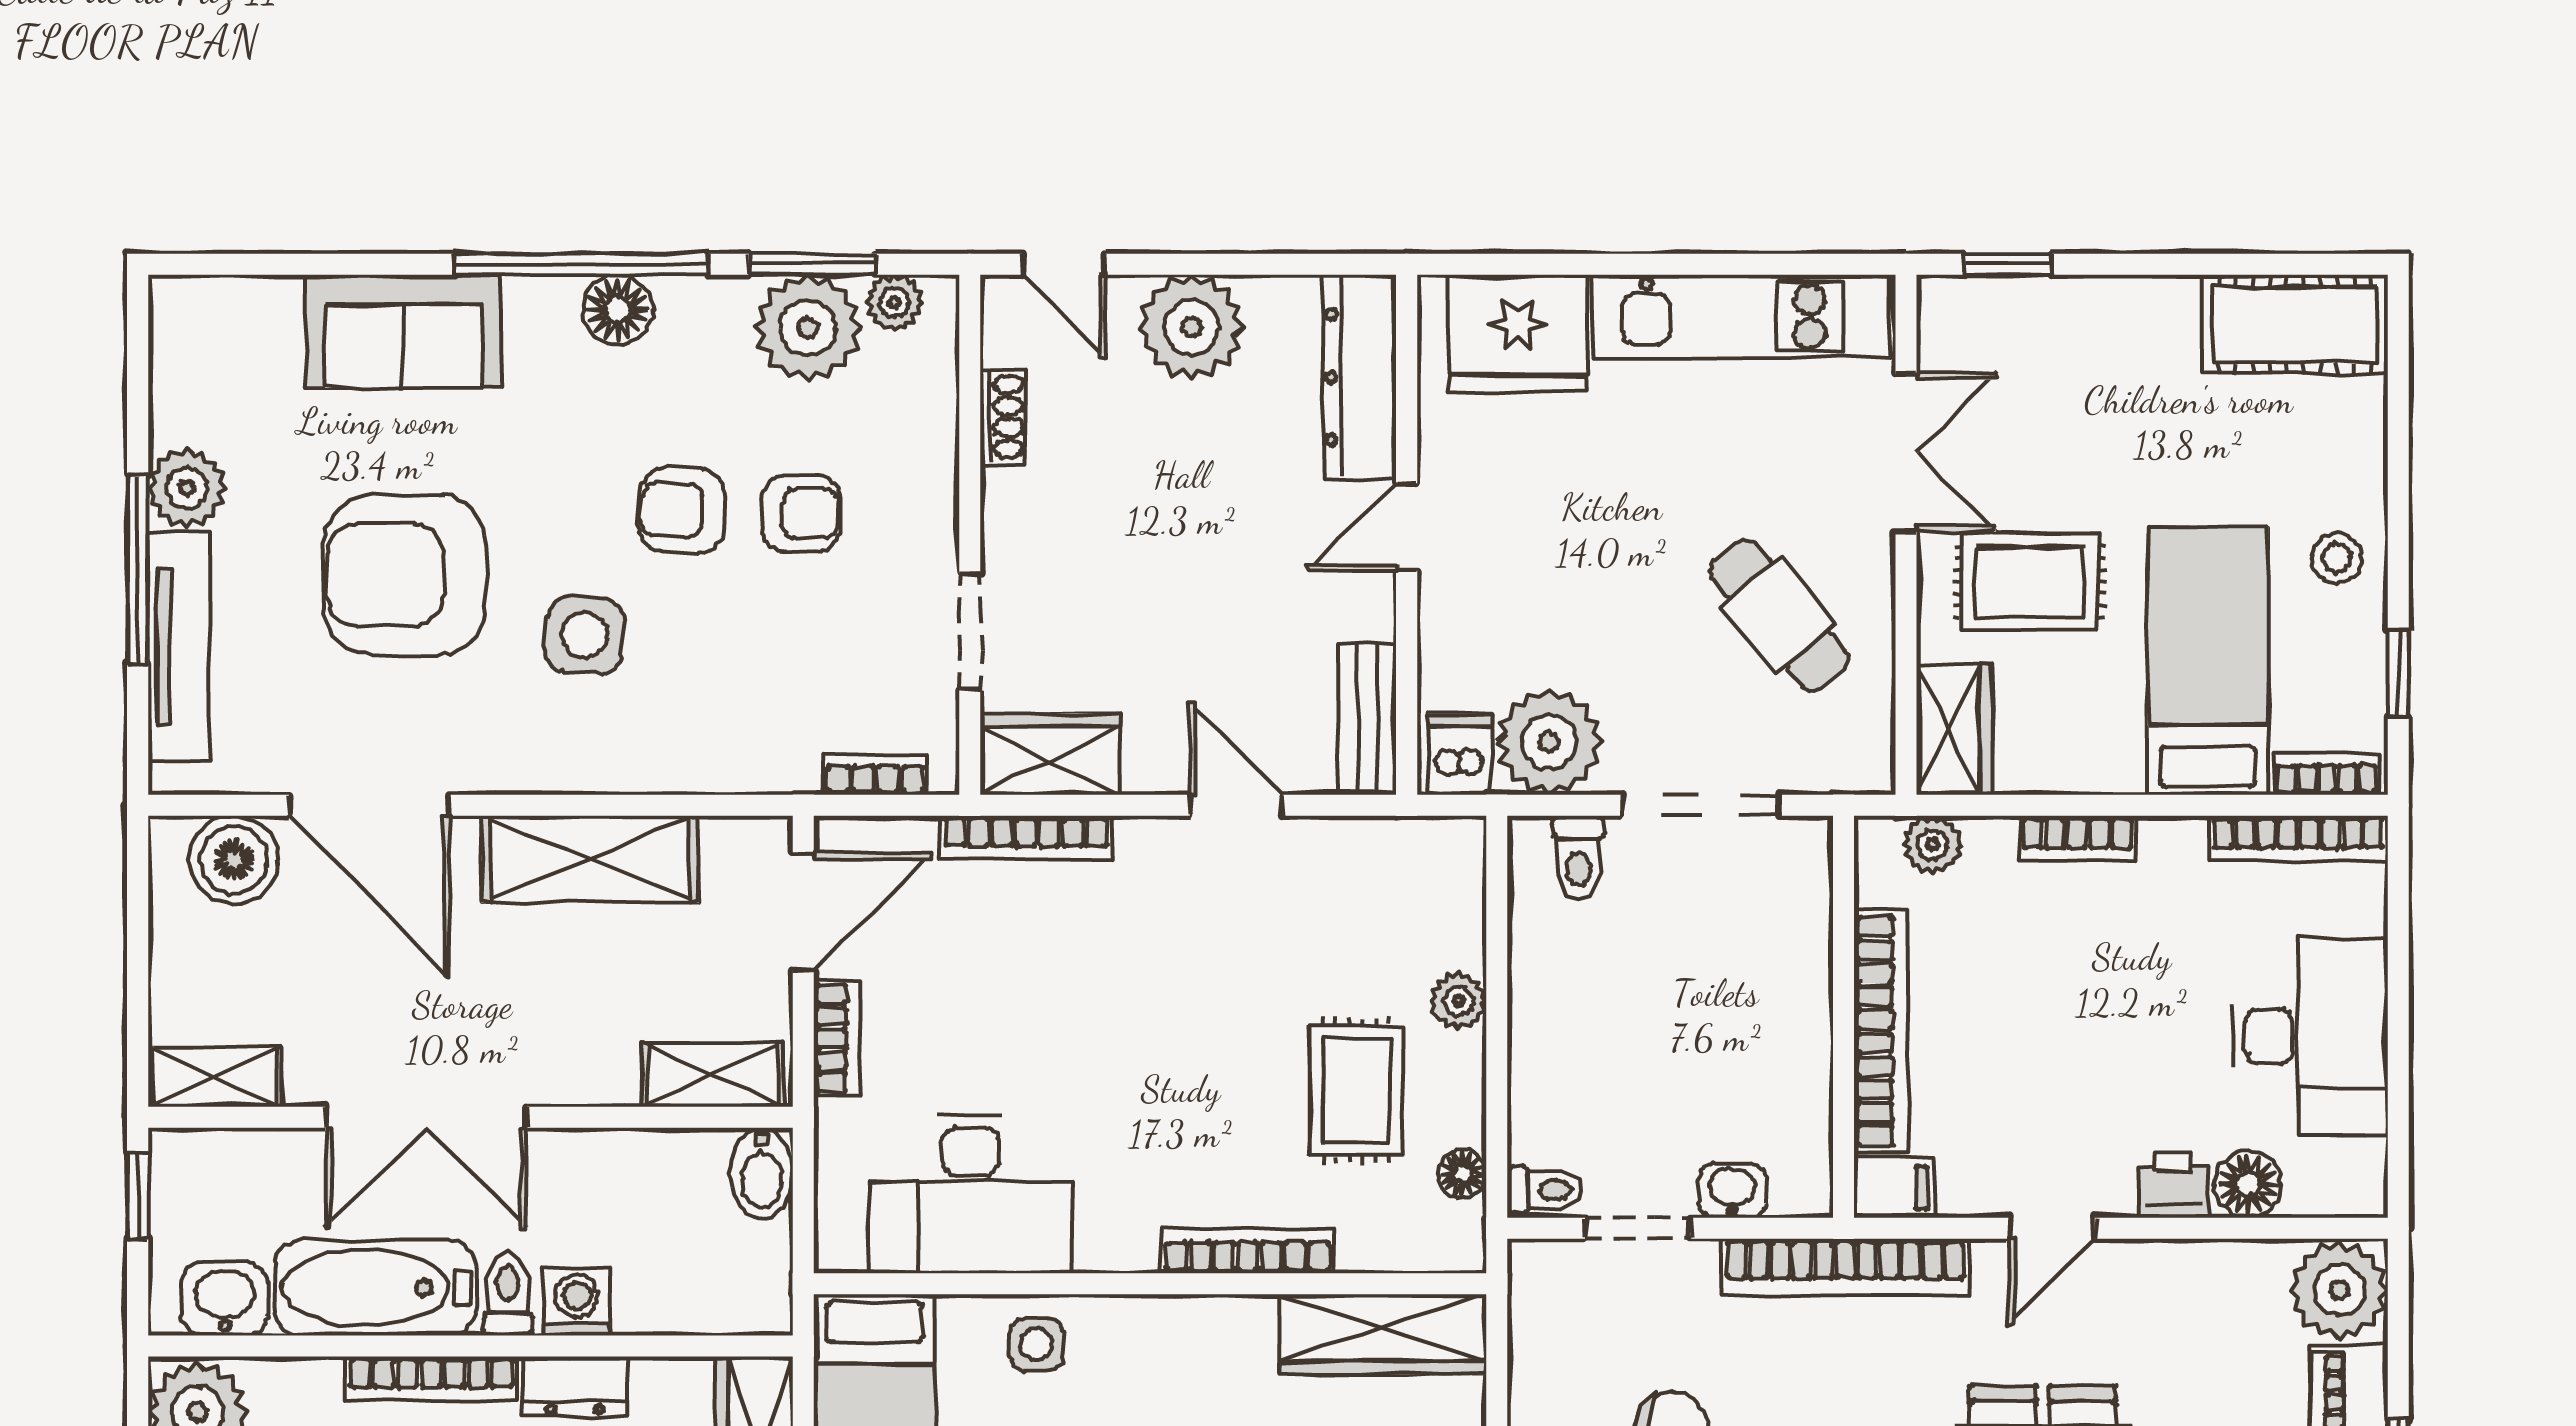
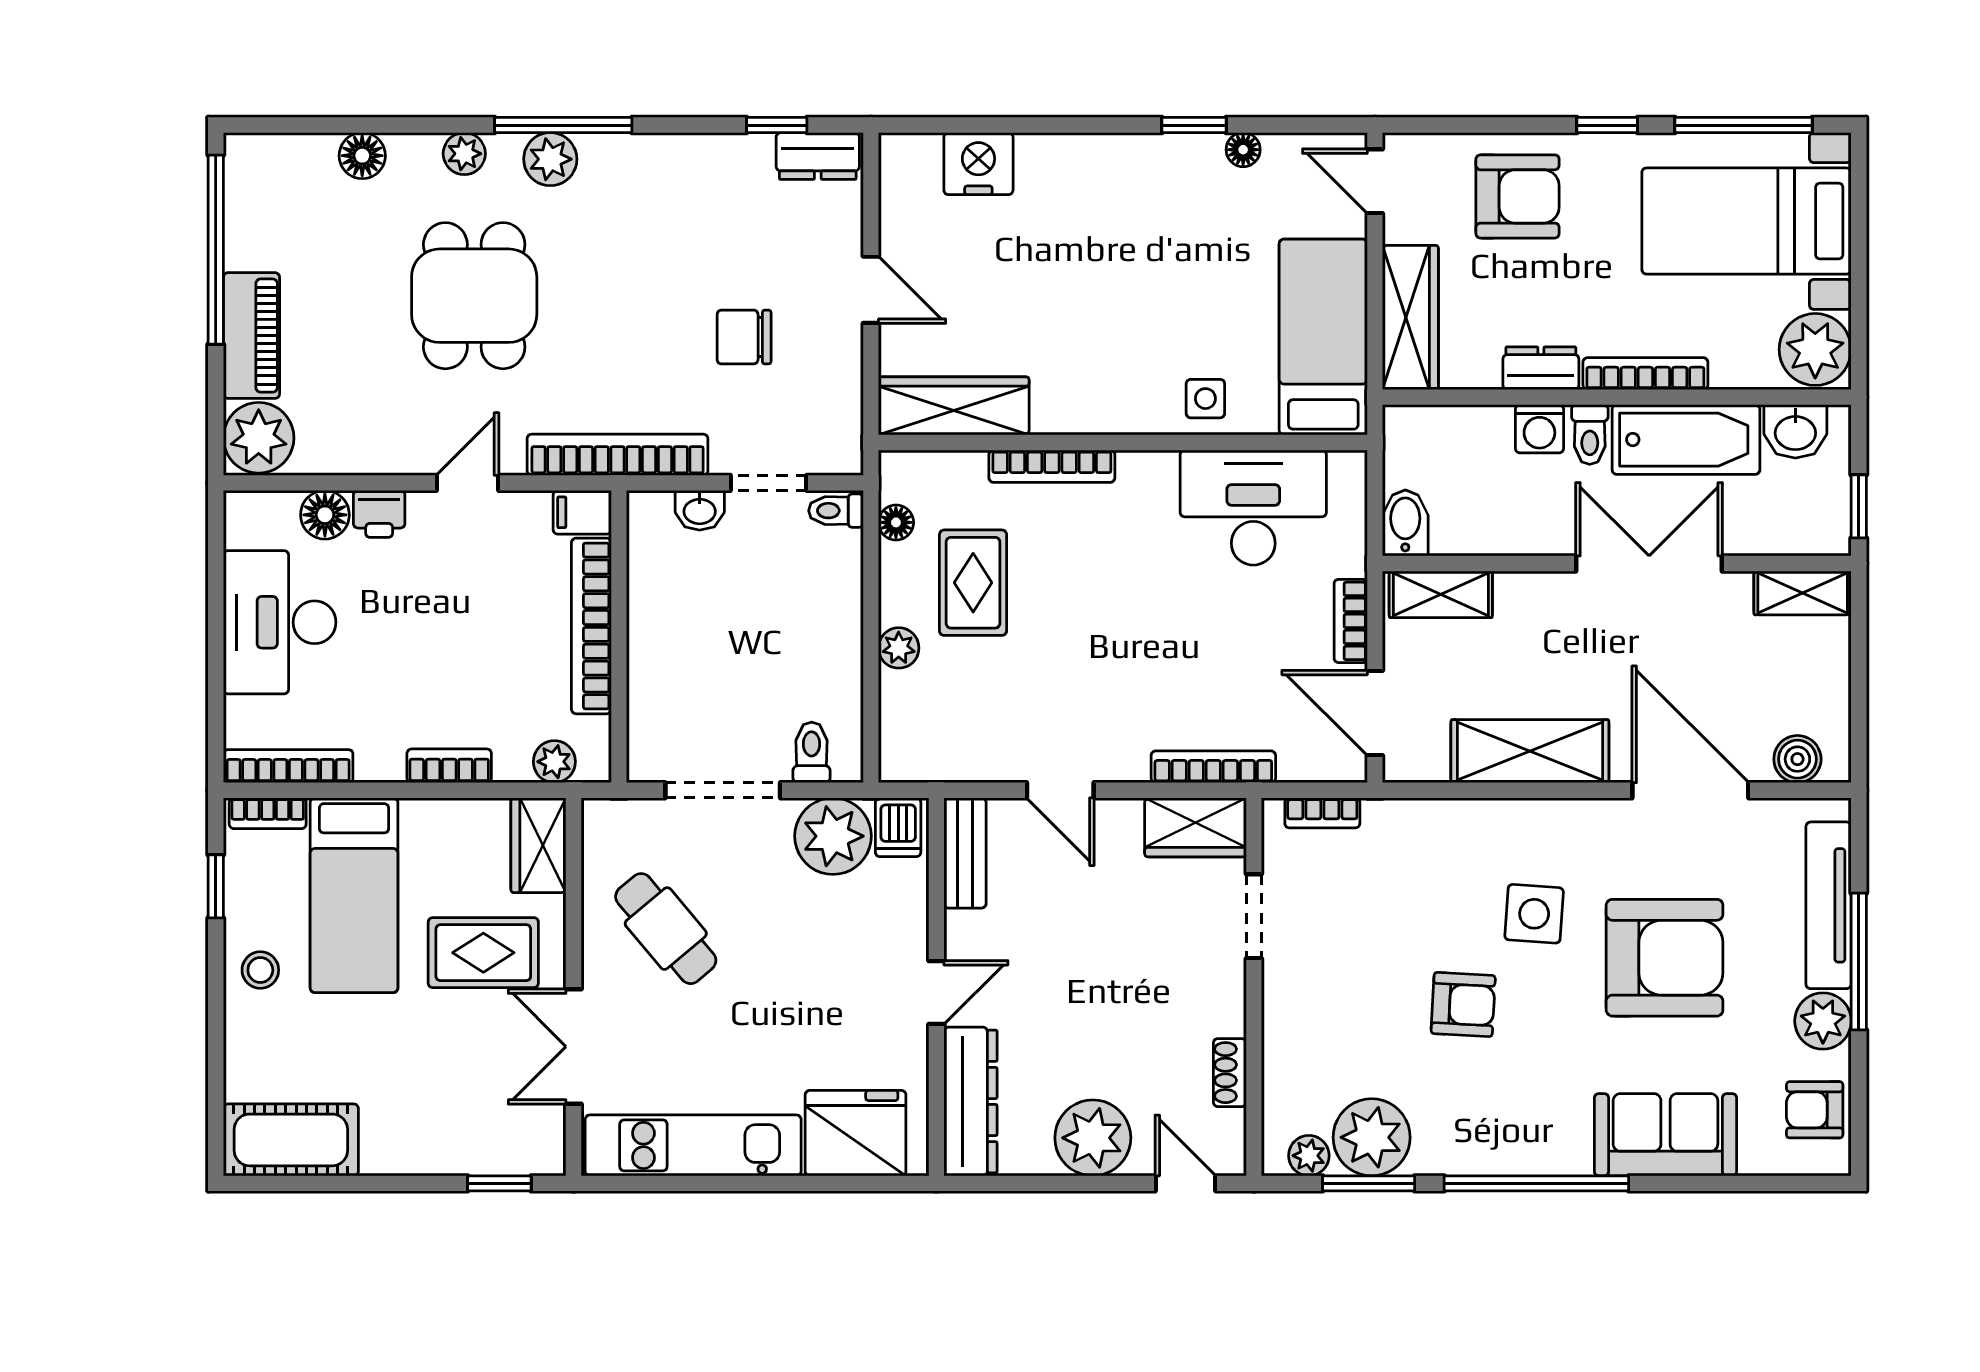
floor lamp: (618, 310) -> (1510, 1150), removed
armchair: (801, 514) -> (1815, 1110), moved
boiler: (234, 860) -> (1797, 759), width x0.73, depth x0.73
door: (803, 912) -> (1375, 713), hinge flipped

